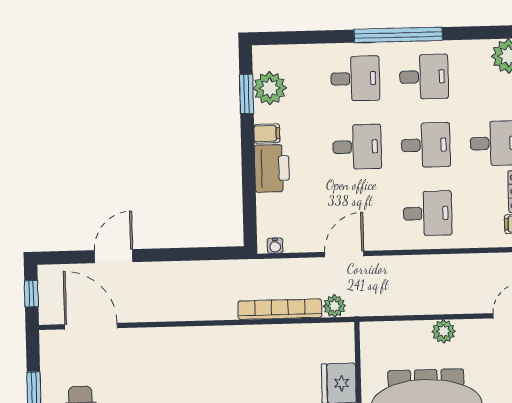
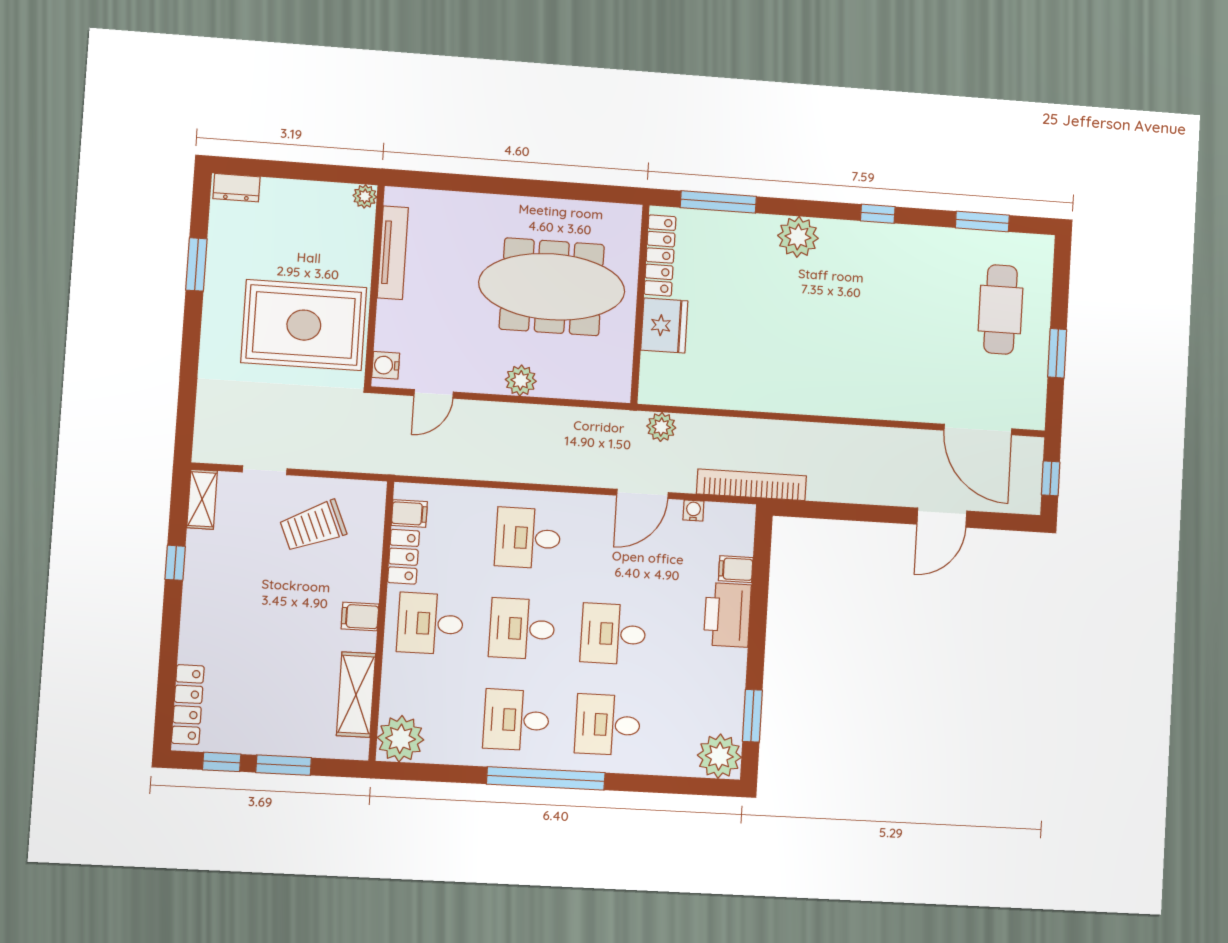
plant: (270, 88) -> (719, 756), moved
filing cabinet: (267, 134) -> (736, 569), moved
water cooler: (275, 246) -> (693, 511), moved
bookcase: (280, 309) -> (751, 485), moved, turned 180

